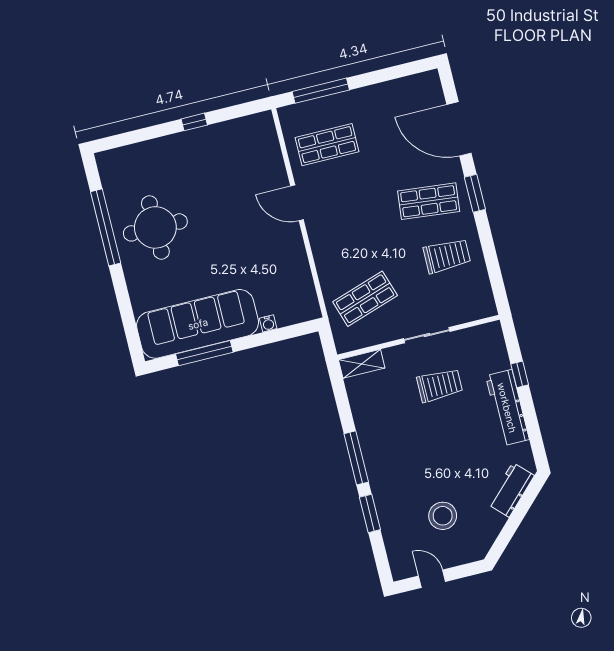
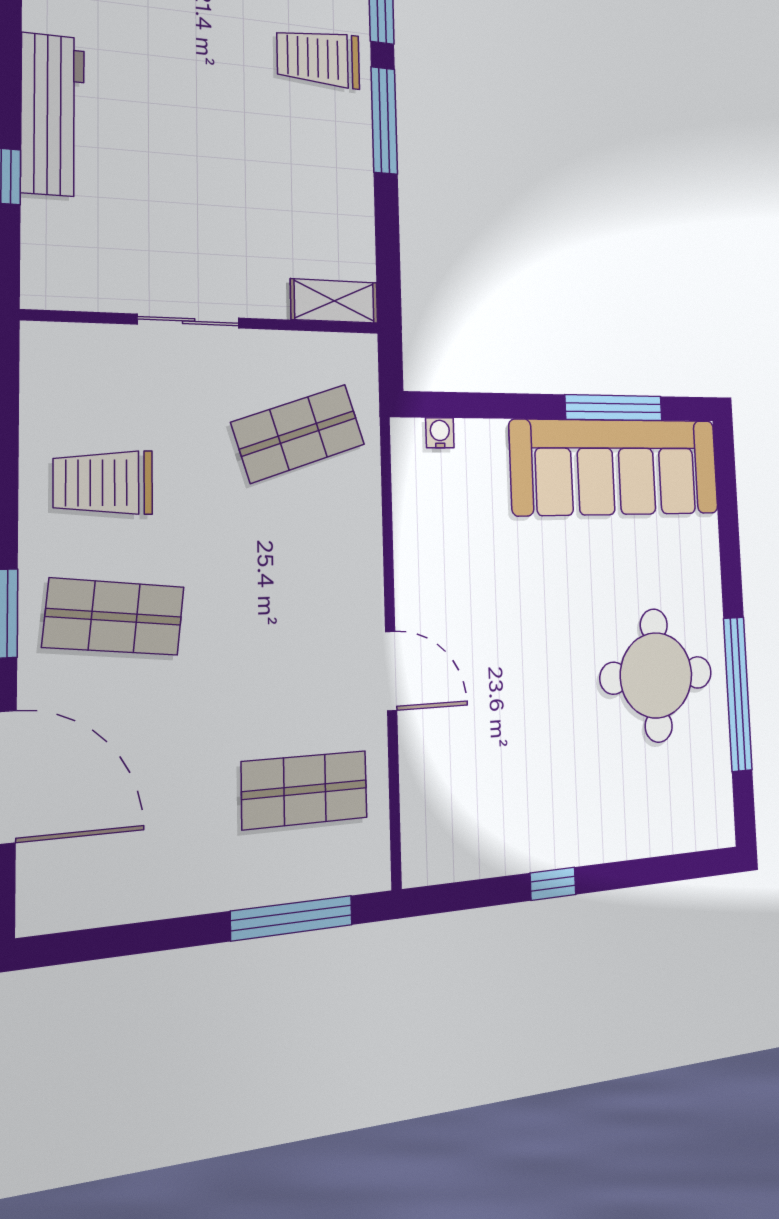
water cooler: (268, 323) -> (440, 433), moved
trolley: (440, 385) -> (318, 58), moved

